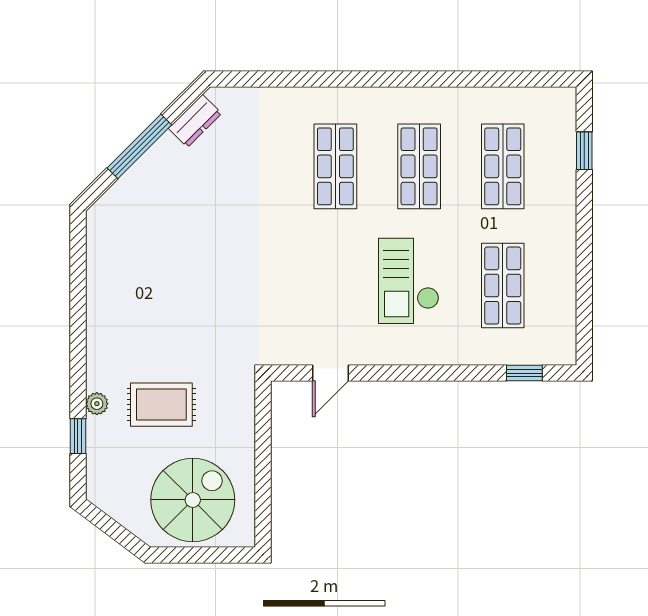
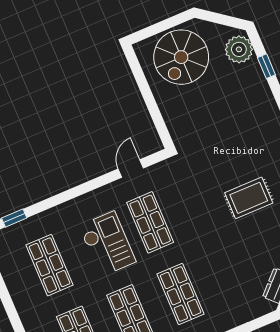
shop shelf: (335, 286) -> (150, 222), added
plant: (97, 404) -> (239, 49), moved, width x1.88, depth x1.88
rug: (161, 405) -> (249, 198), moved

